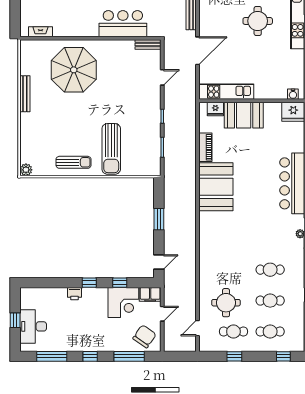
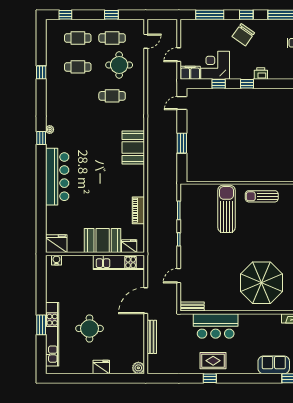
booth: (216, 187) -> (133, 148), moved, width x0.73, depth x0.70
cafe table: (270, 270) -> (112, 96), moved
chair: (145, 336) -> (243, 35), moved

